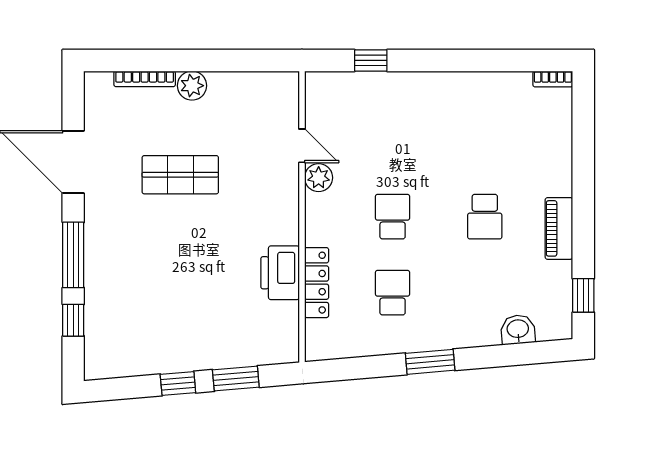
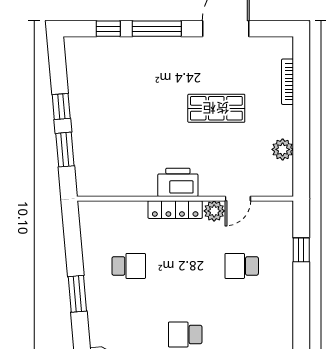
plant: (192, 86) -> (283, 149), moved
shop shelf: (180, 175) -> (216, 108), turned 90
school desk: (393, 217) -> (242, 266), moved, turned 180
printer: (280, 273) -> (178, 182), moved
locker: (317, 283) -> (175, 210), moved

